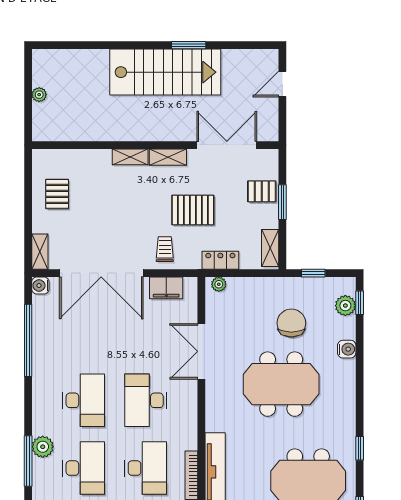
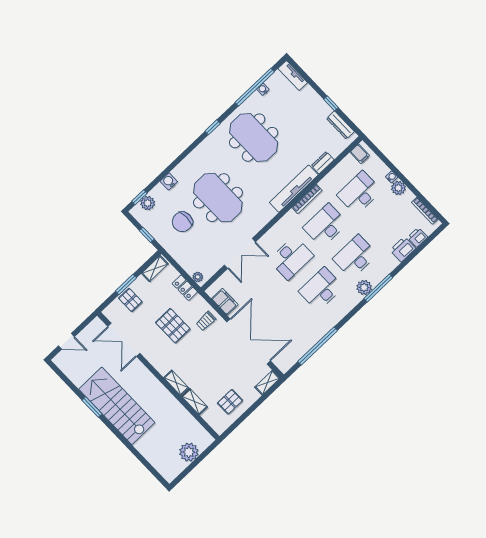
plant: (39, 95) -> (189, 452), width x1.87, depth x1.87
shelving: (168, 157) -> (195, 402), moved
water cooler: (40, 286) -> (284, 366), removed

